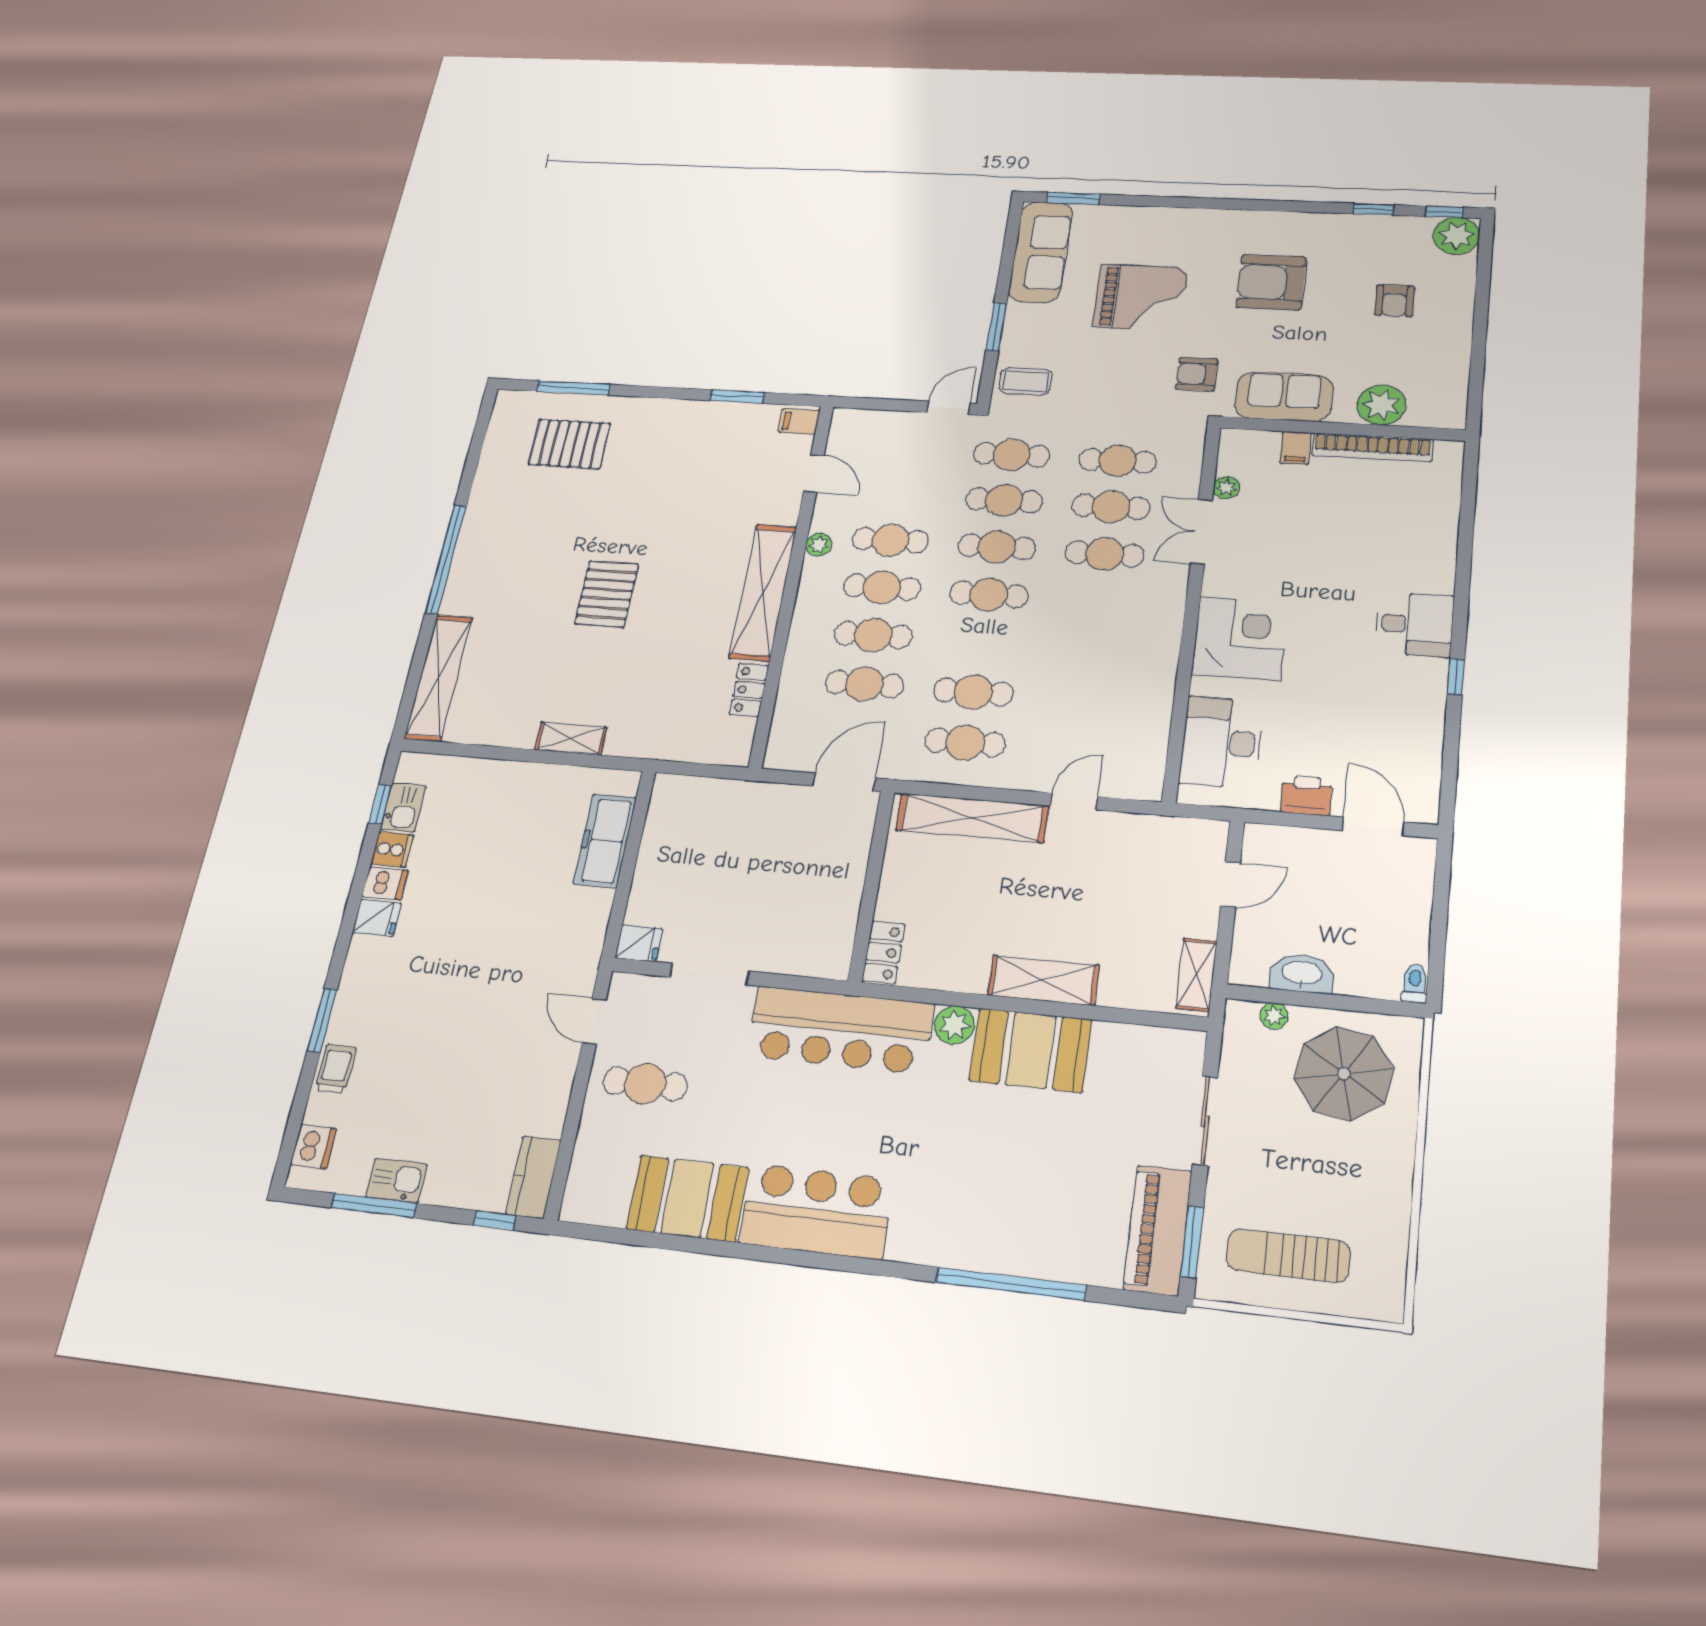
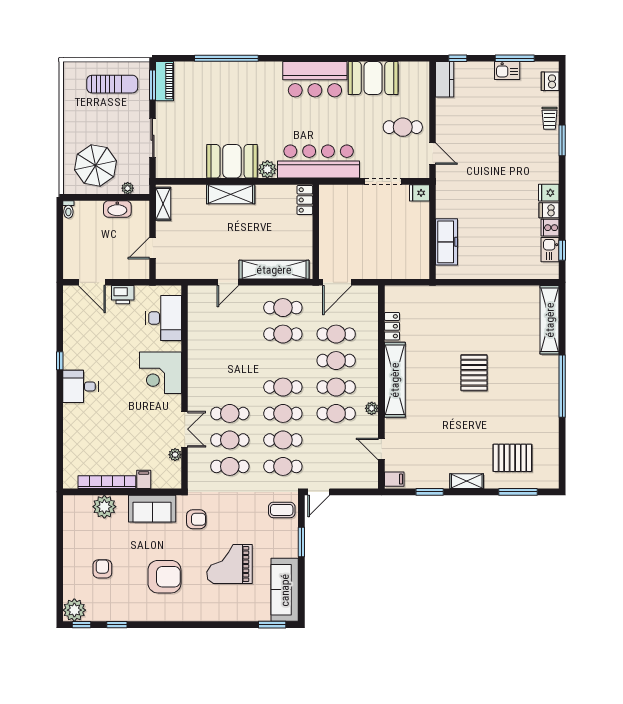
shelving: (571, 739) -> (467, 481), moved
piano: (1158, 1230) -> (165, 81), width x0.73, depth x0.75

